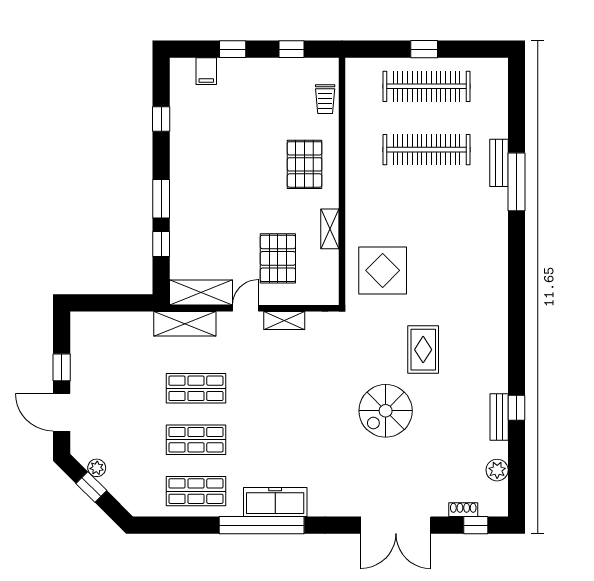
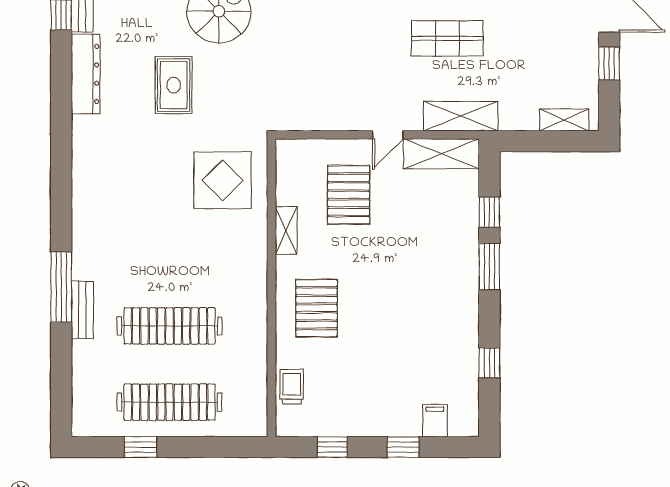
window: (424, 49) -> (141, 447), moved
shelving: (284, 321) -> (564, 120), moved
dresser: (496, 359) -> (86, 74), added

